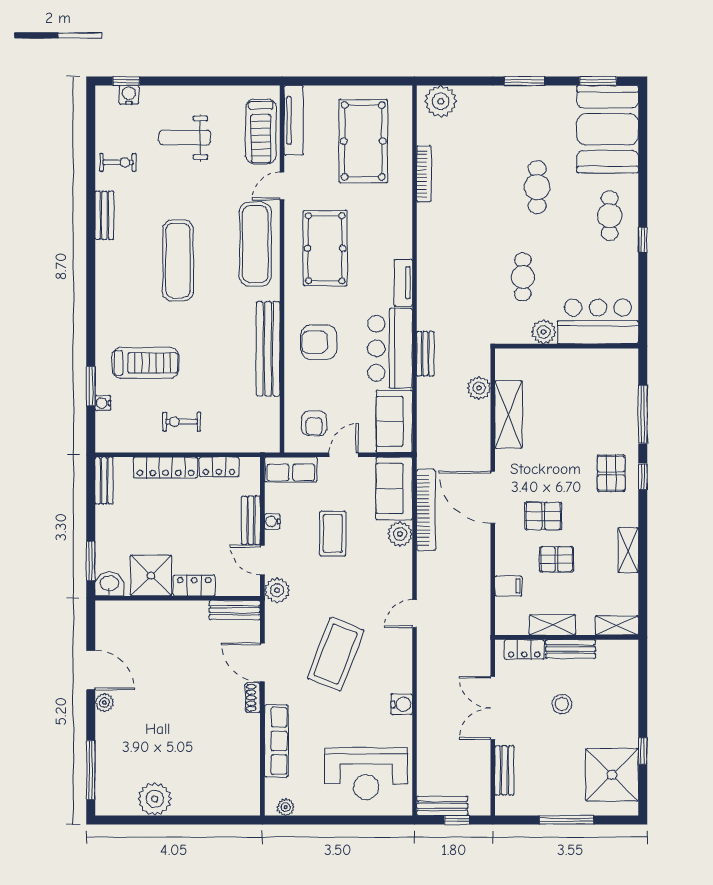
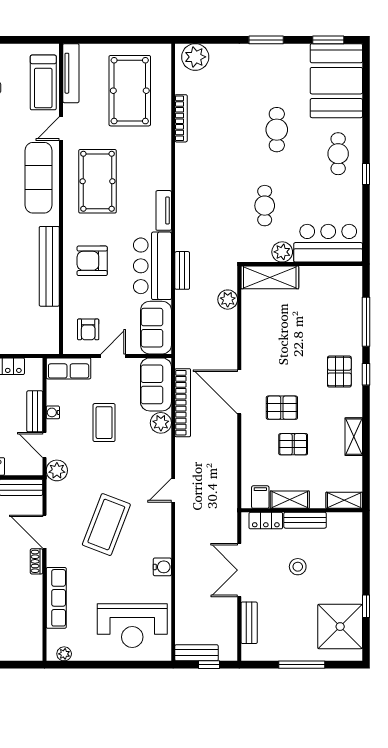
shelving: (509, 415) -> (270, 277), moved, turned 90
filing cabinet: (508, 586) -> (260, 497), moved, turned -90

